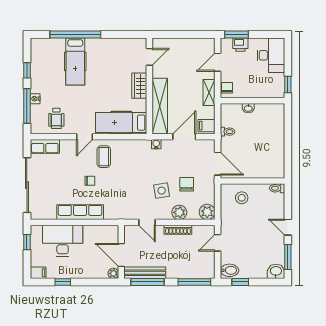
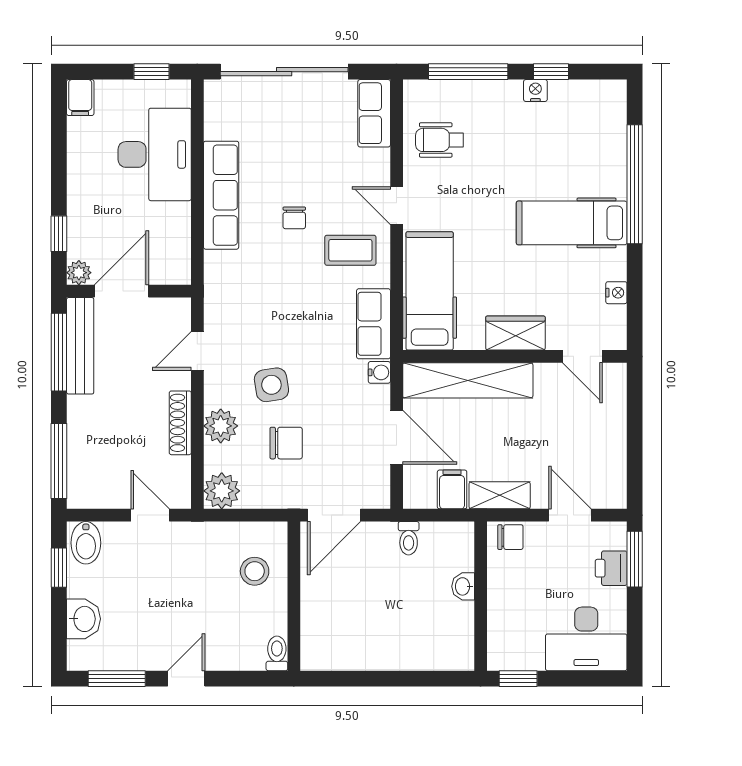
nightstand: (122, 42) -> (616, 293), added
hospital bed: (75, 61) -> (572, 223), moved
nightstand: (35, 99) -> (535, 90), moved
filing cabinet: (207, 126) -> (452, 489), moved
row of seats: (135, 147) -> (374, 324), added
washbasin: (276, 271) -> (84, 619), moved
window: (63, 282) -> (59, 234), moved

